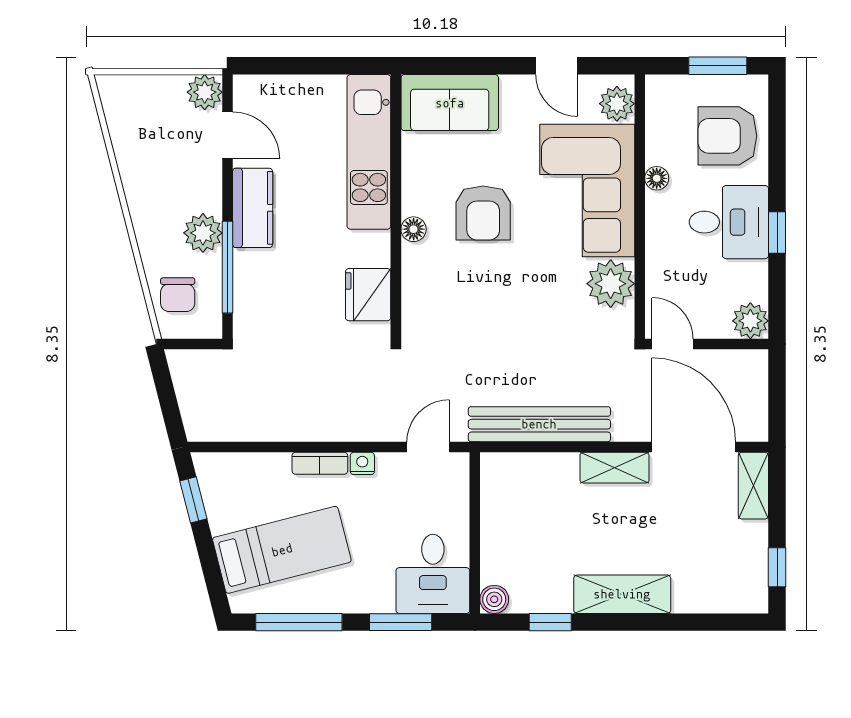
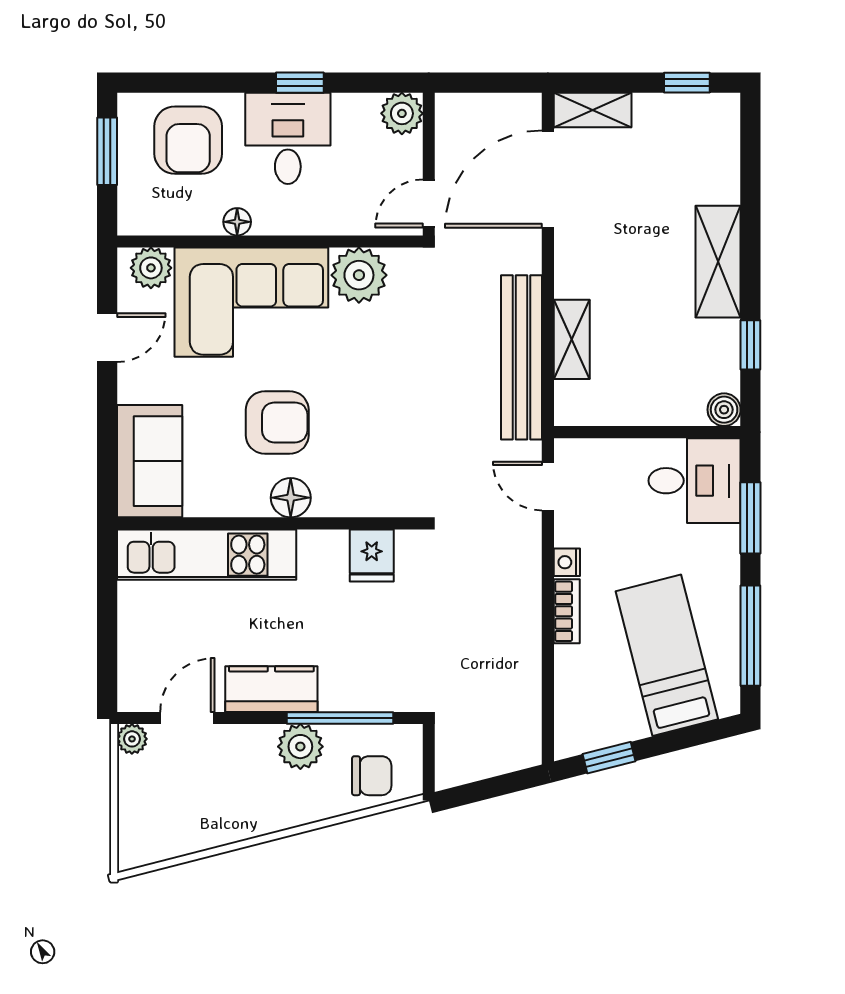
plant: (205, 92) -> (132, 739), width x0.73, depth x0.73
floor lamp: (414, 229) -> (291, 498), width x1.37, depth x1.37
fridge: (368, 295) -> (372, 556), width x0.72
shelving: (615, 468) -> (572, 339), moved

